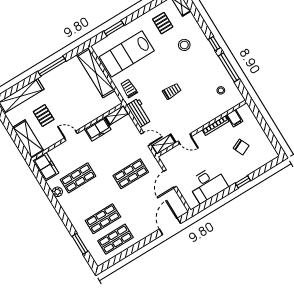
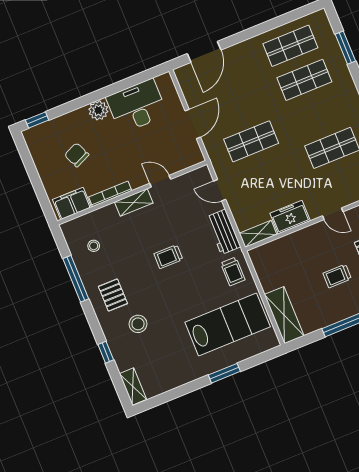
pallet: (163, 23) -> (113, 295), moved
window: (114, 28) -> (224, 373), moved
window: (214, 44) -> (106, 352), moved
shelving: (96, 73) -> (284, 315), width x0.68
trolley: (62, 96) -> (337, 276), added
filing cabinet: (235, 118) -> (72, 203), width x2.00
shelving: (164, 144) -> (134, 202), moved
plant: (232, 178) -> (98, 110), added
window: (243, 182) -> (37, 120), moved

